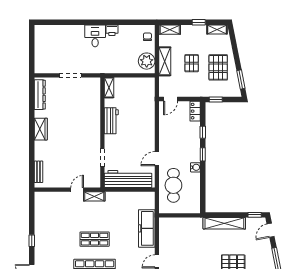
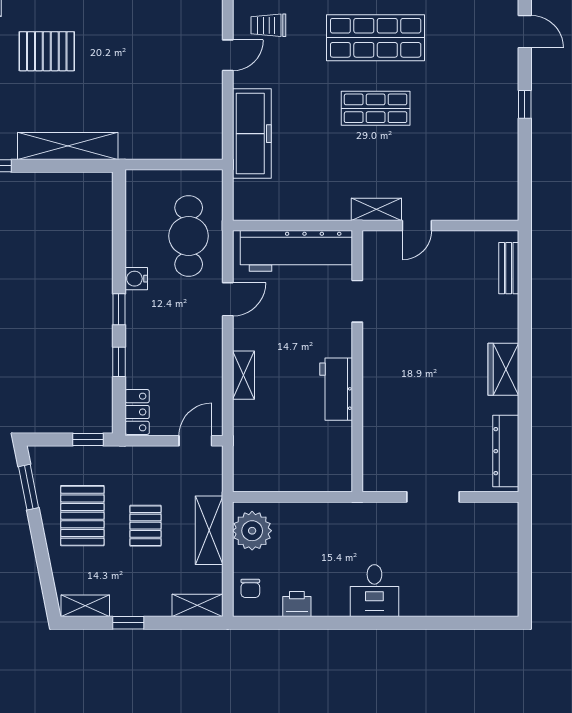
printer: (112, 30) -> (297, 604), moved
shelving: (109, 88) -> (244, 375), moved

